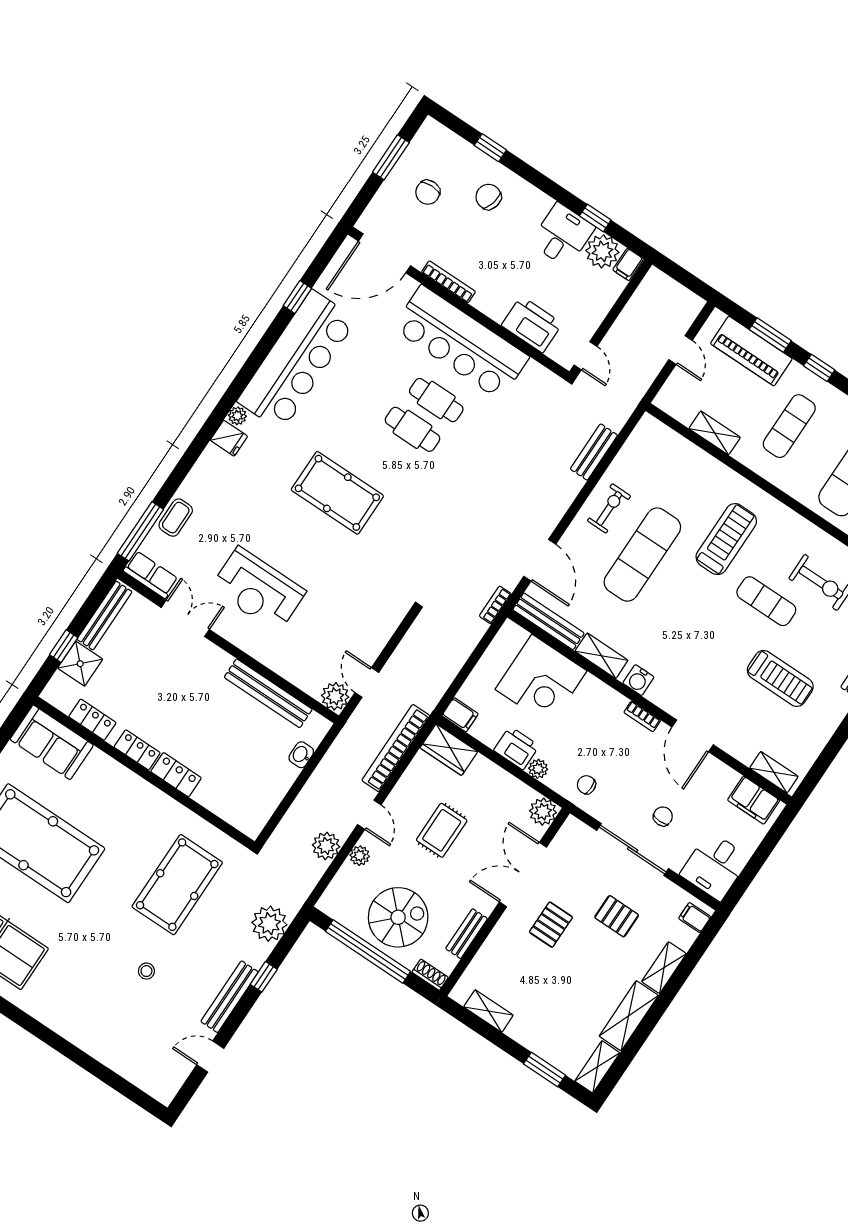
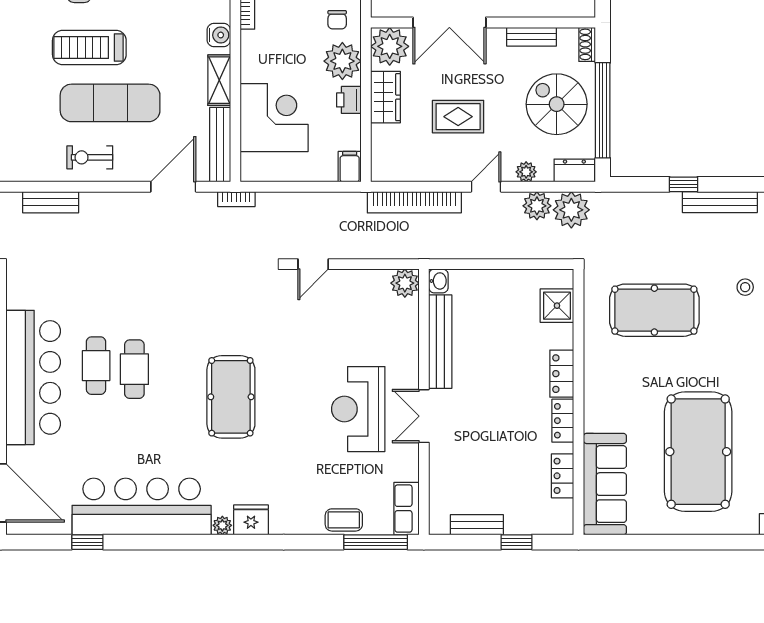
fridge: (229, 438) -> (251, 520), width x1.38
treadmill: (726, 539) -> (89, 47), moved
reception desk: (258, 590) -> (358, 409), turned 180
bench: (105, 616) -> (477, 525), width x0.73
double door: (185, 618) -> (424, 416), moved
shower: (80, 664) -> (557, 306), moved
door: (367, 682) -> (313, 264), moved
sofa: (52, 742) -> (605, 484), width x1.36
printer: (516, 748) -> (349, 100), width x0.73, depth x0.81
wardrobe: (449, 750) -> (386, 97), moved
washbasin: (301, 755) -> (438, 281), moved, turned -90
plant: (538, 769) -> (342, 61), width x1.88, depth x1.88
plant: (543, 812) -> (390, 46), width x1.36, depth x1.36
dresser: (334, 896) -> (574, 170), added
plant: (269, 924) -> (571, 210), moved

